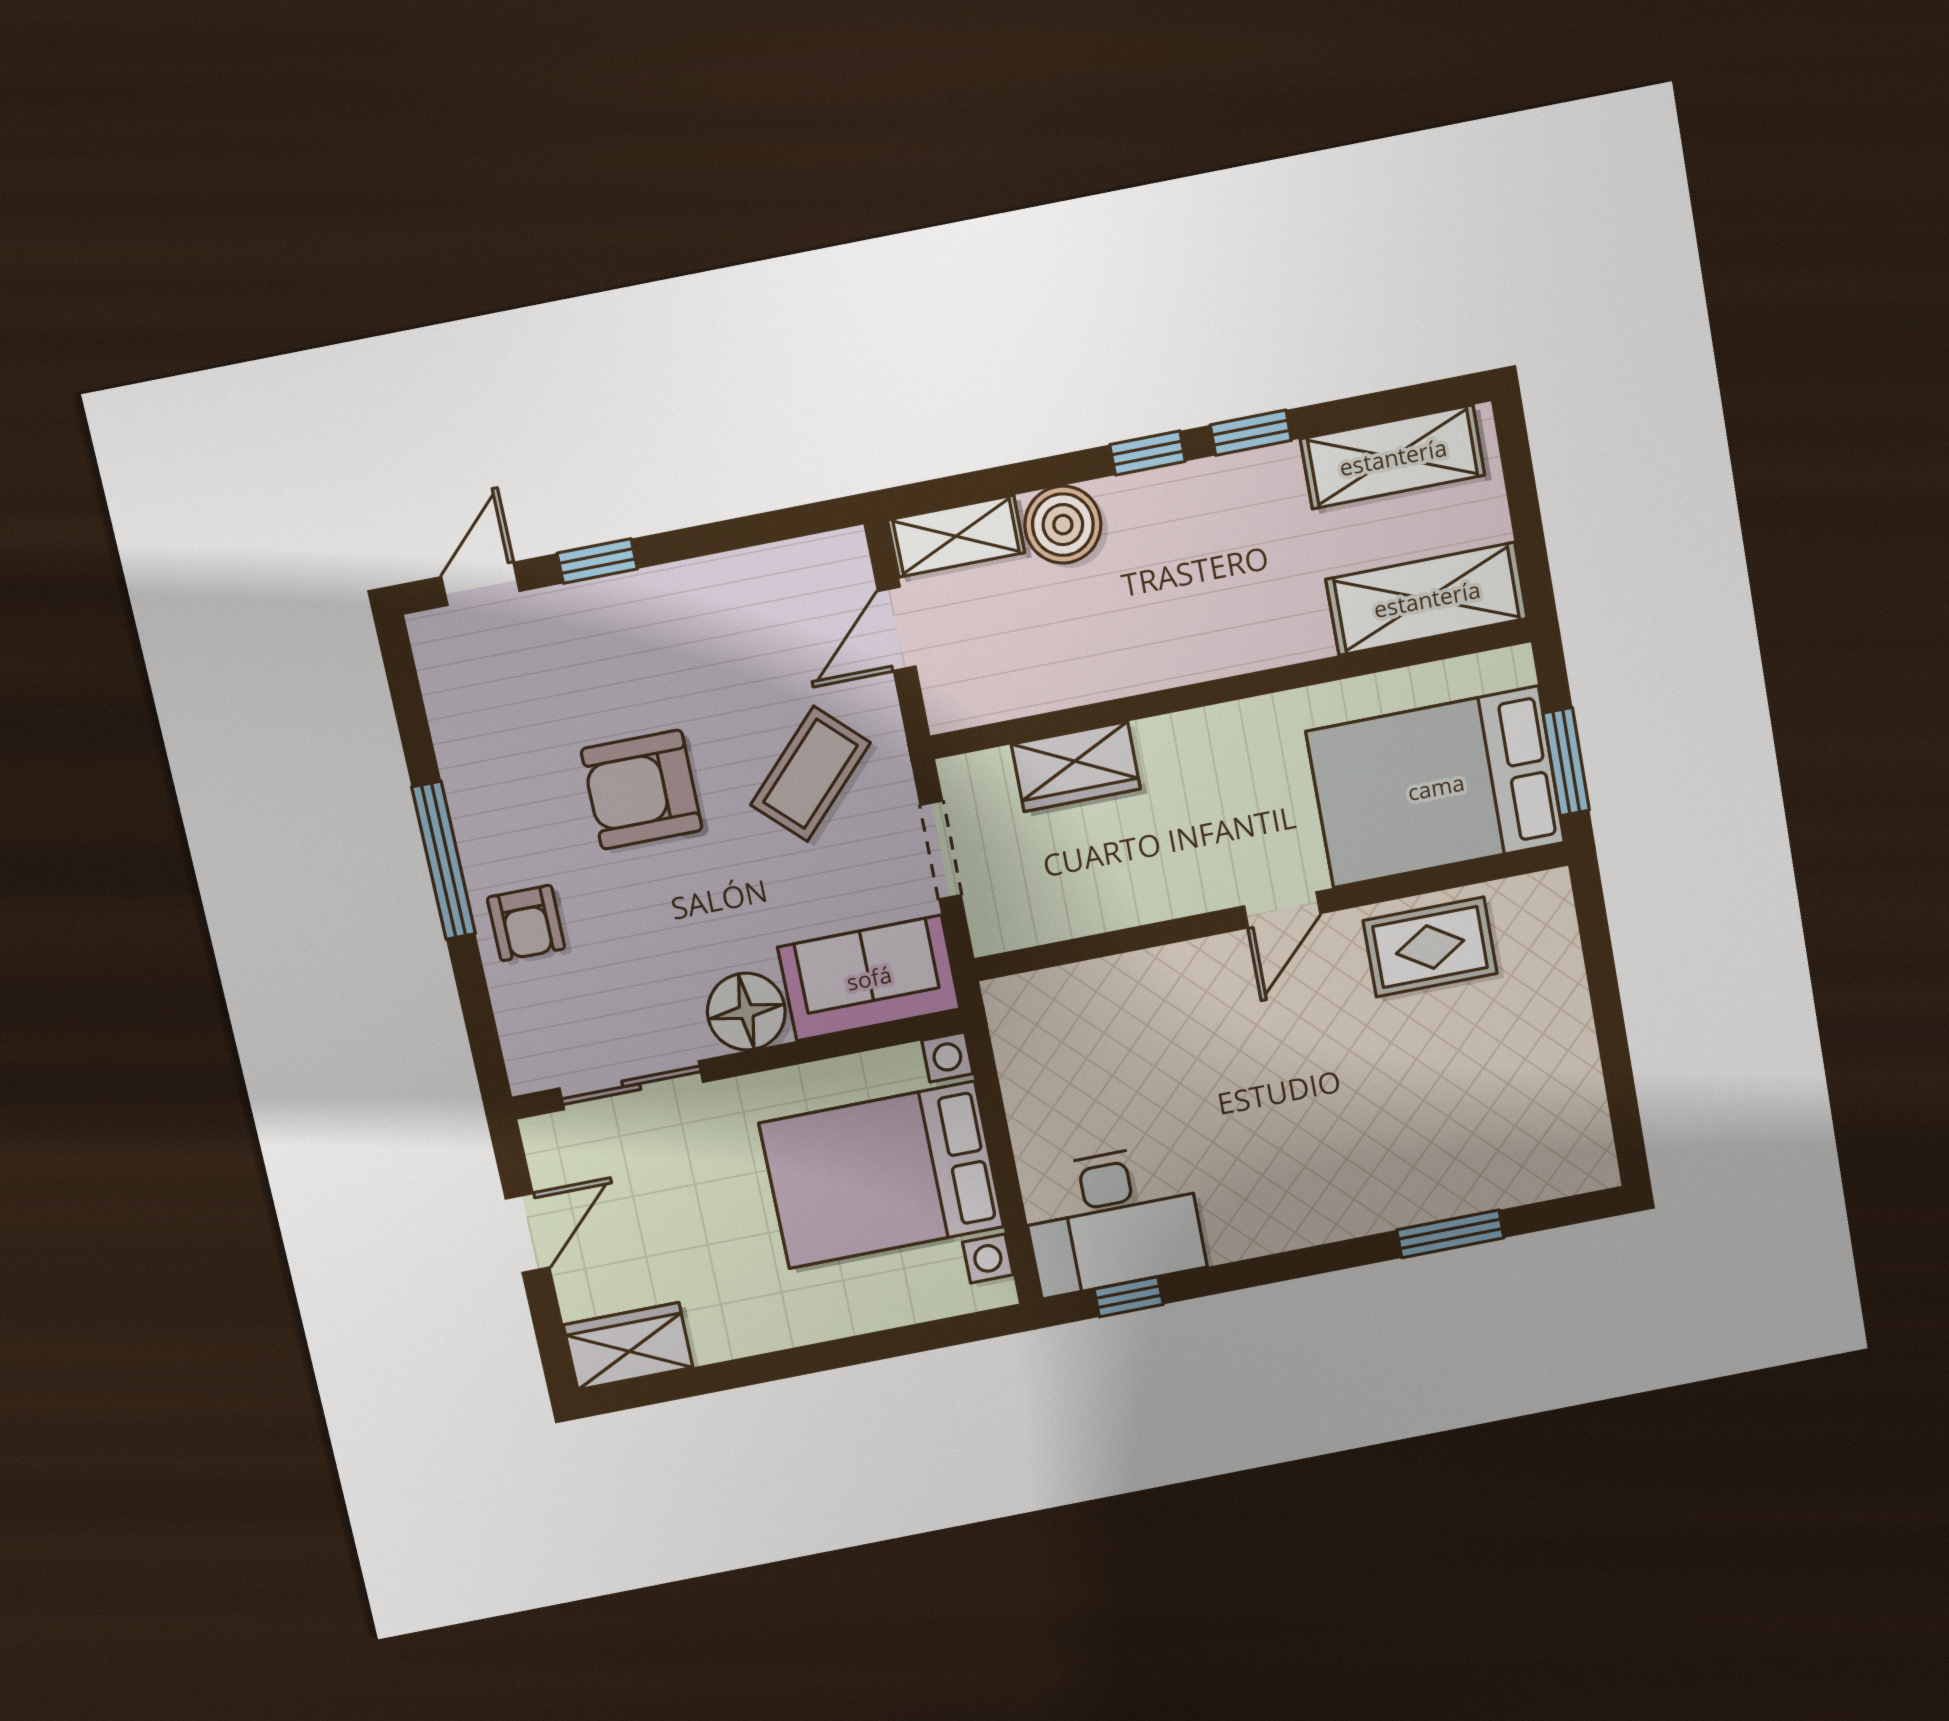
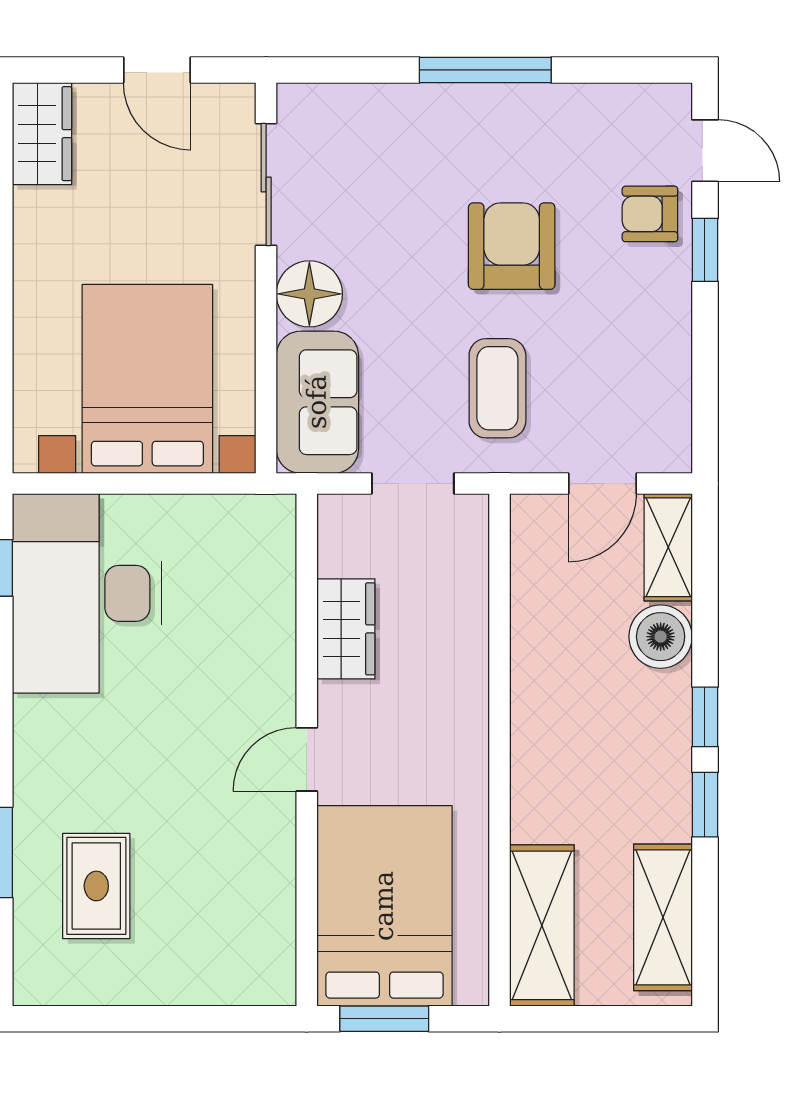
door: (897, 629) -> (602, 484), swing flipped
wardrobe: (1076, 767) -> (346, 629), moved, turned 180
coffee table: (810, 774) -> (497, 388), turned 46
door: (1282, 910) -> (307, 759), hinge flipped
armchair: (526, 923) -> (650, 214), moved
rug: (1430, 947) -> (96, 886), moved
desk: (1112, 1220) -> (87, 593), width x1.36, depth x1.30

